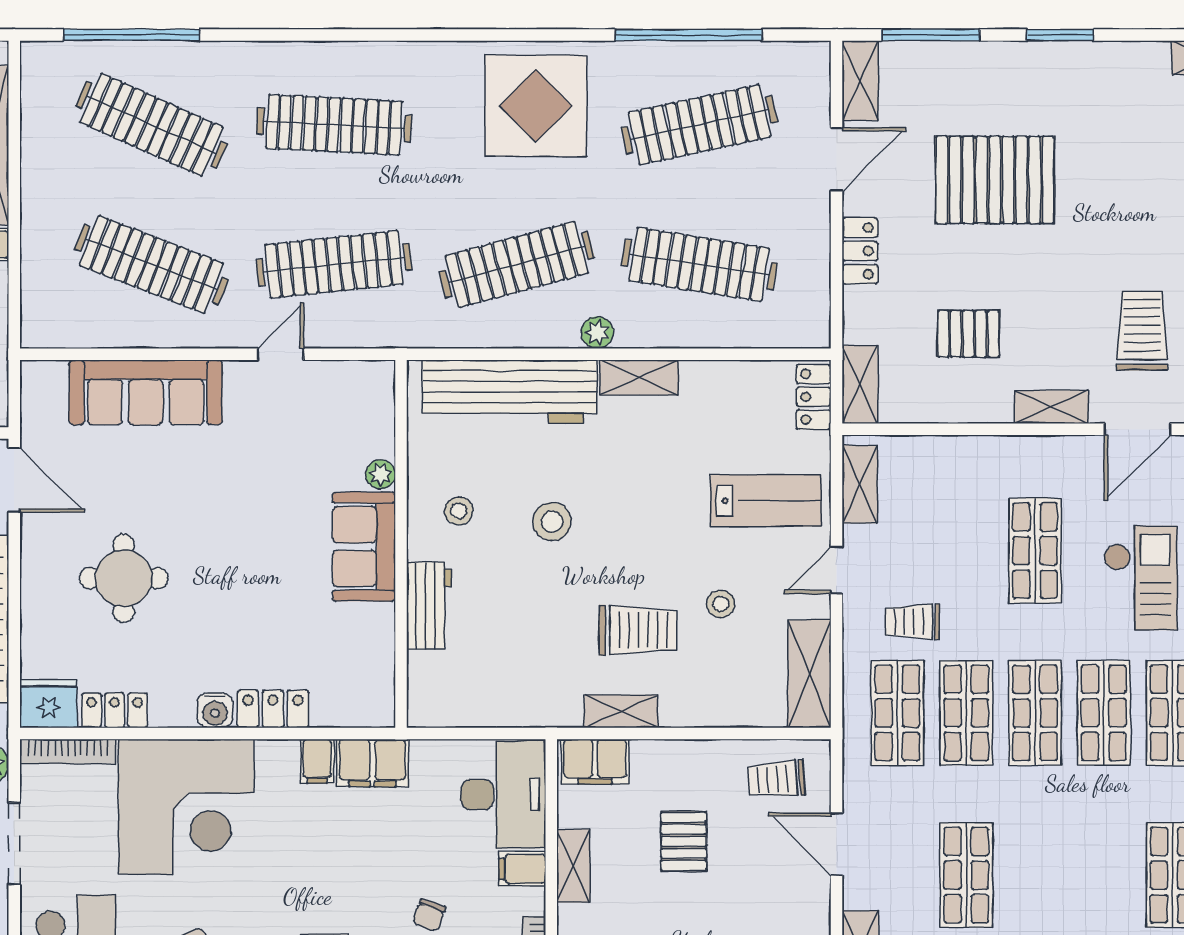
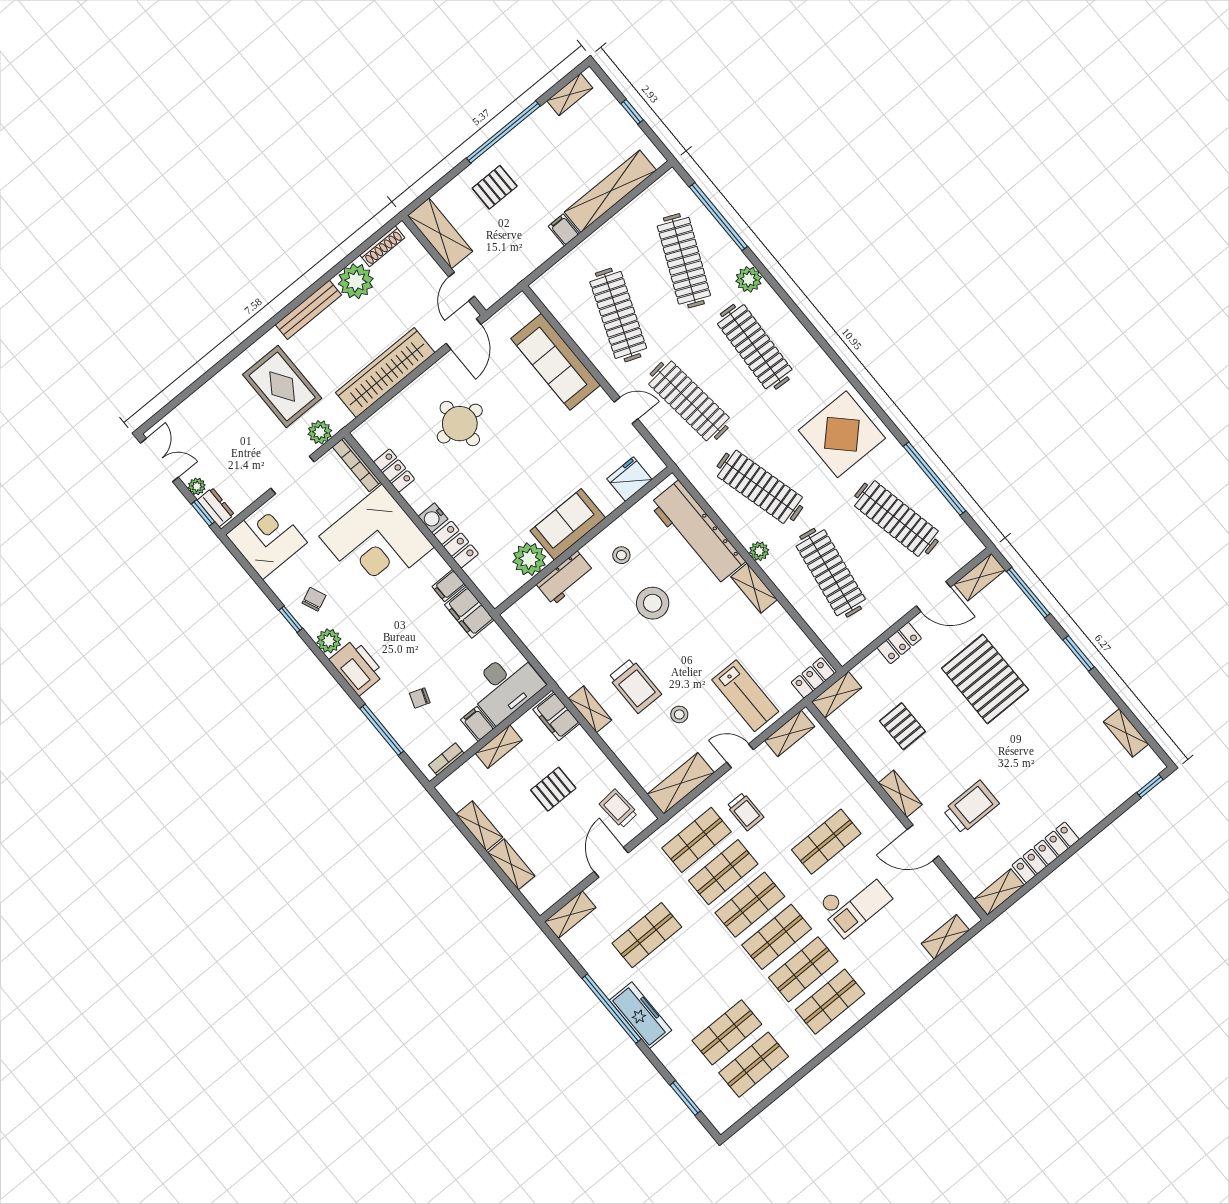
plant: (242, 62) -> (749, 279), added
plant: (381, 474) -> (529, 559), moved, width x1.88, depth x1.88
stool: (552, 522) -> (653, 603), width x1.38, depth x1.38
trolley: (913, 622) -> (745, 812), turned 180
fridge: (49, 704) -> (629, 479), moved, turned -90

